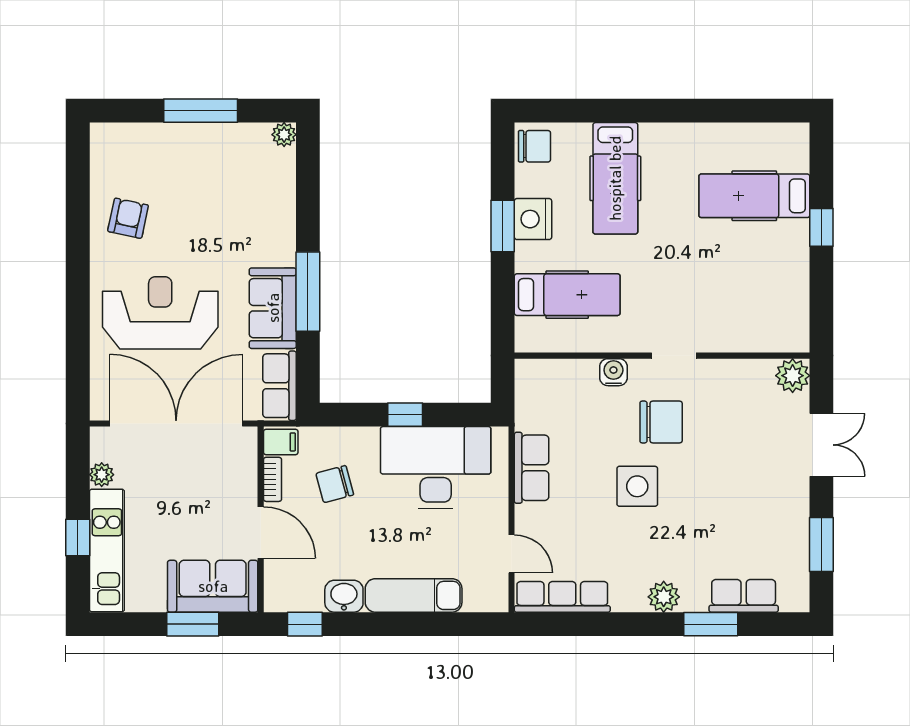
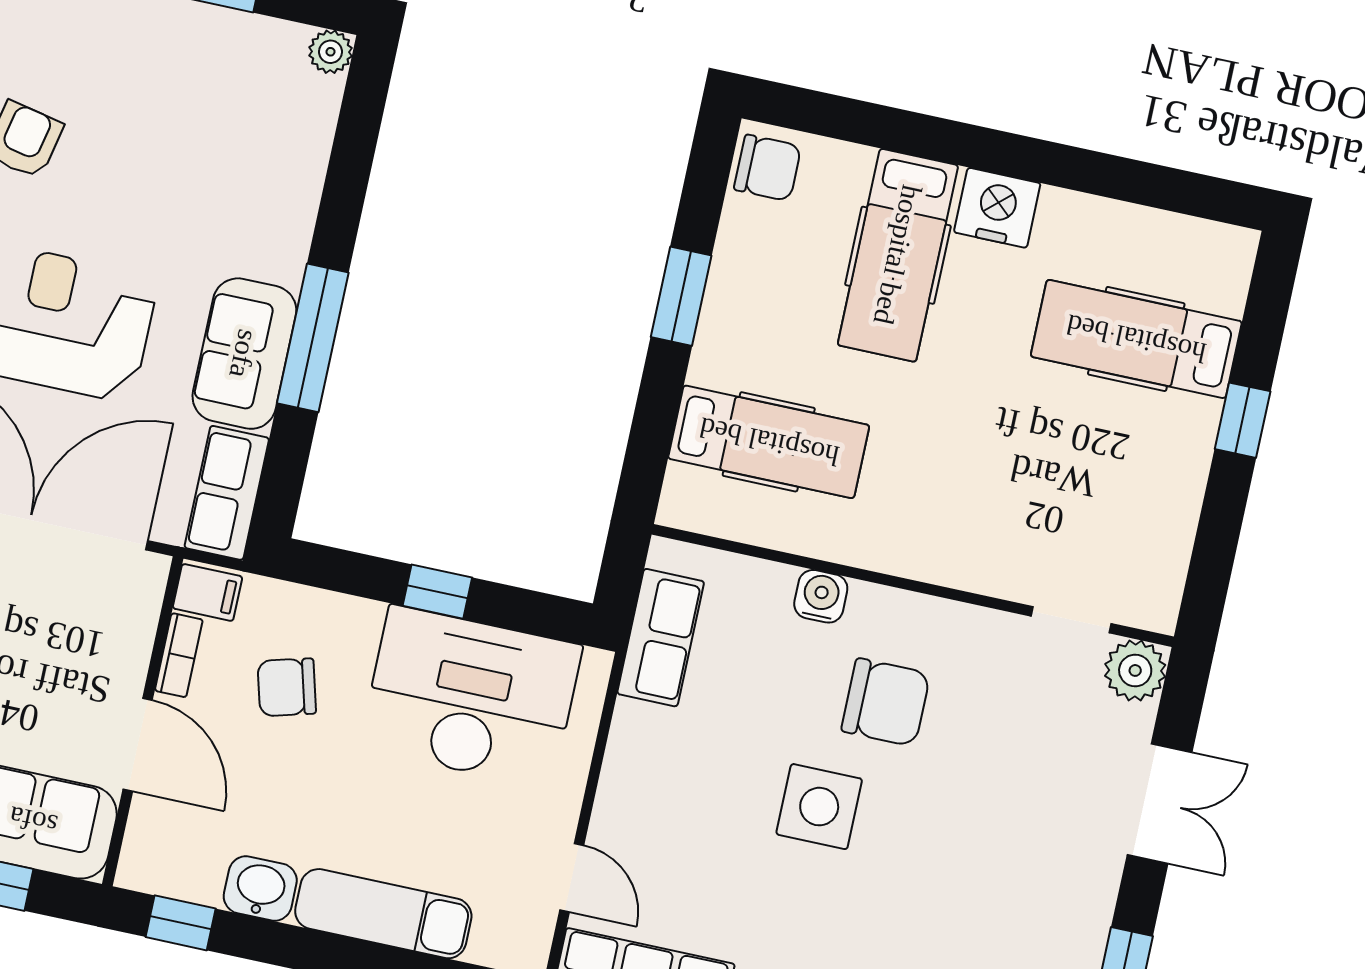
nightstand: (533, 219) -> (997, 208), moved, turned 90
doorway: (674, 356) -> (1071, 620), moved
row of seats: (532, 468) -> (661, 638), moved

